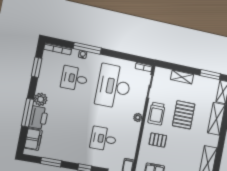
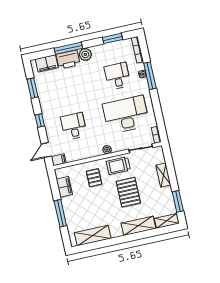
pallet: (184, 115) -> (128, 192), turned 90

